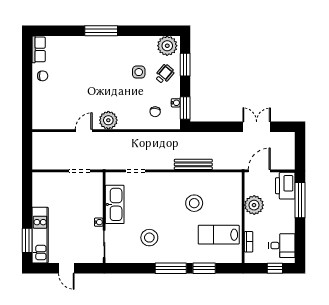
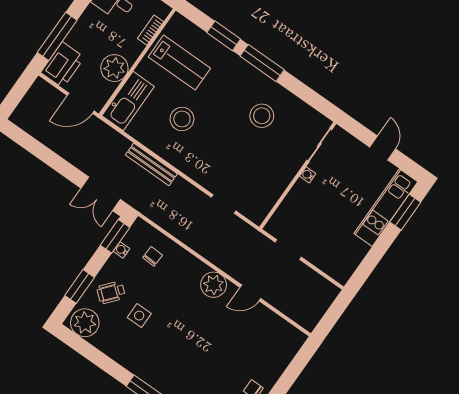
double door: (257, 127) -> (101, 194), moved
kitchen sink: (115, 204) -> (128, 101), moved, turned 180

